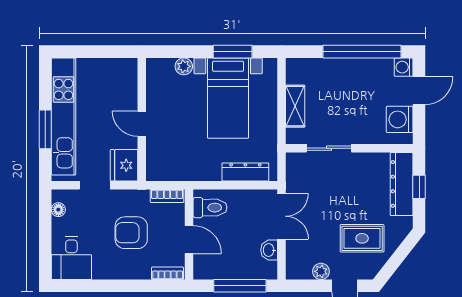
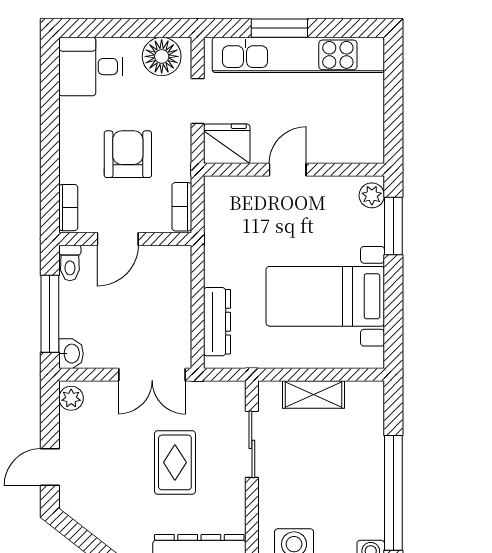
window: (233, 52) -> (393, 226), moved
plant: (184, 66) -> (372, 195), moved
toilet: (210, 208) -> (70, 263), moved, width x0.73, depth x0.72
floor lamp: (58, 210) -> (162, 56), width x1.89, depth x1.89
rug: (362, 238) -> (175, 462), moved
washbasin: (269, 250) -> (71, 354), moved, turned 90
plant: (321, 271) -> (71, 398), moved

